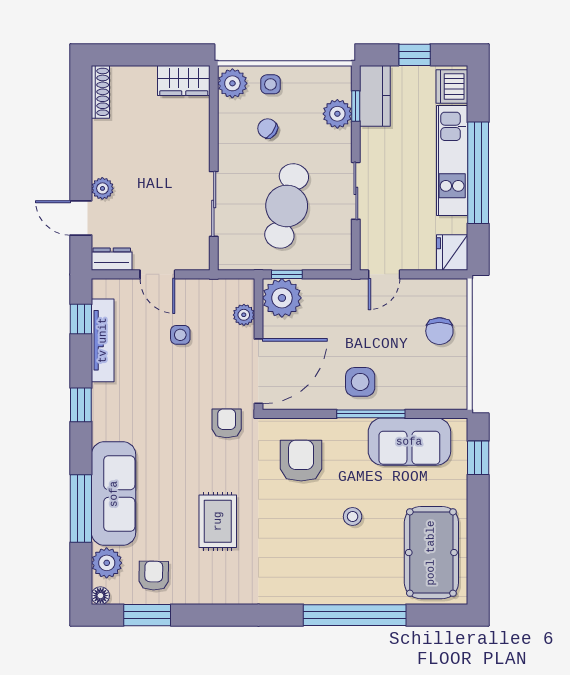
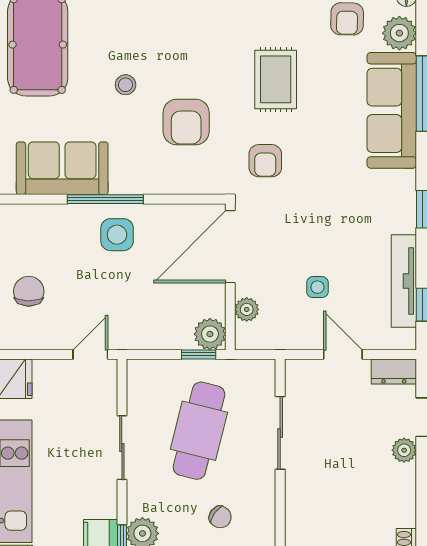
plant: (282, 298) -> (210, 334), width x0.73, depth x0.73
armchair: (227, 423) -> (265, 161), moved
armchair: (301, 461) -> (186, 122), moved

